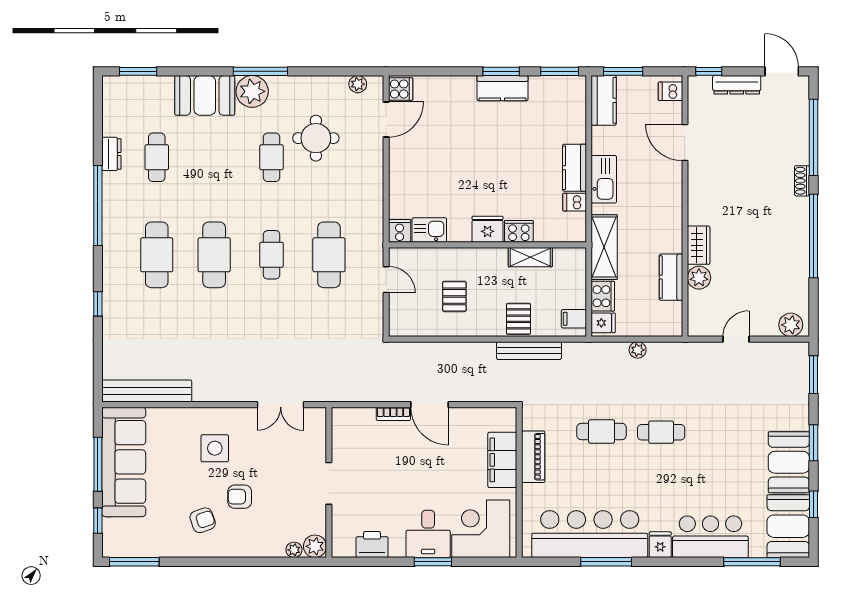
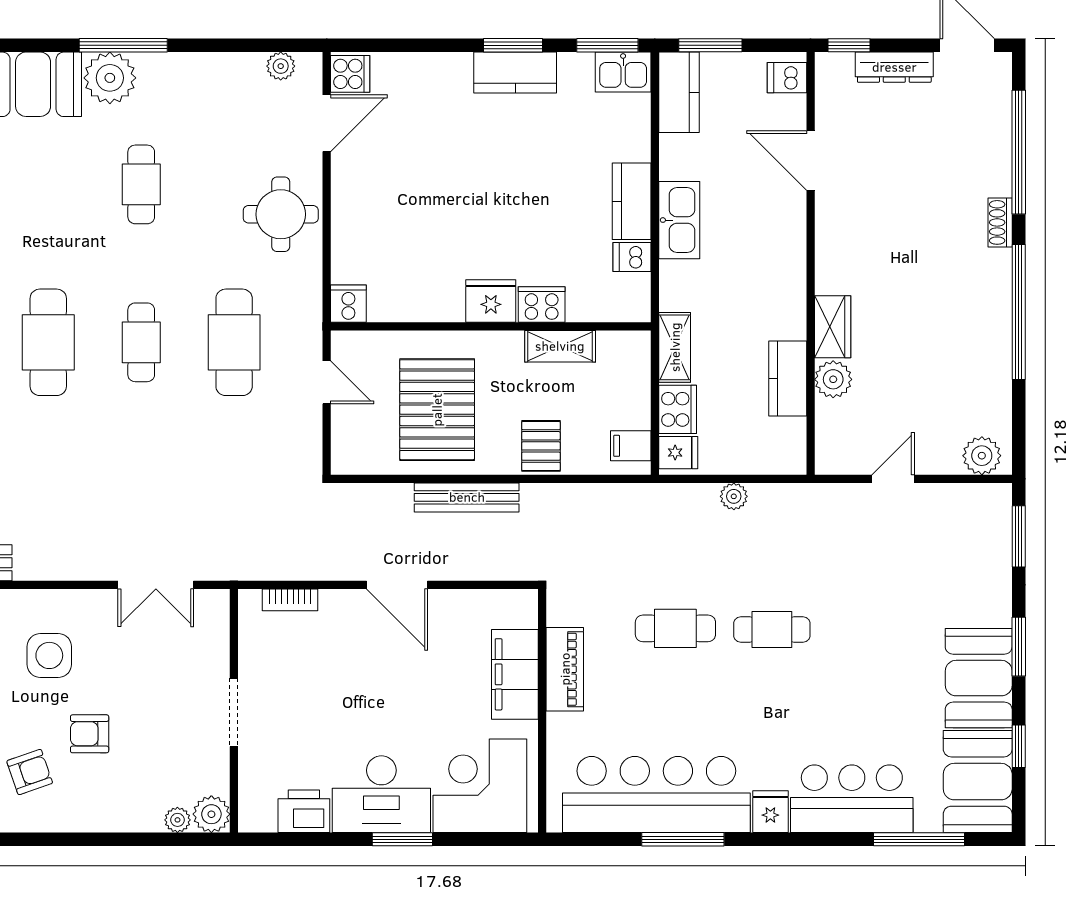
round table: (316, 138) -> (281, 214), moved
kitchen sink: (429, 230) -> (623, 72), moved, turned 180
shelving: (604, 247) -> (675, 347), width x0.67, depth x0.75
pallet: (454, 296) -> (437, 410), width x2.05, depth x2.00
bench: (529, 351) -> (467, 497), moved
bookcase: (393, 414) -> (290, 600), moved
desk: (428, 534) -> (381, 794), width x1.37

